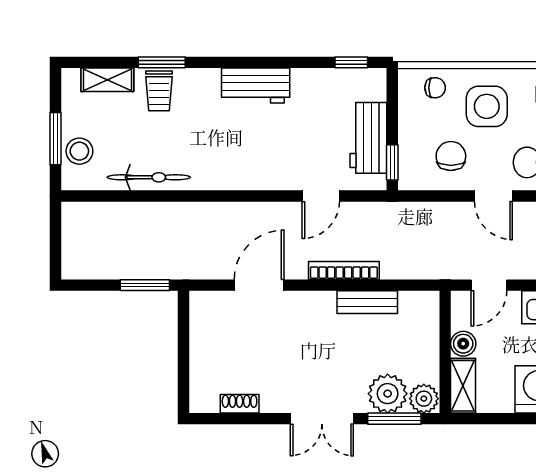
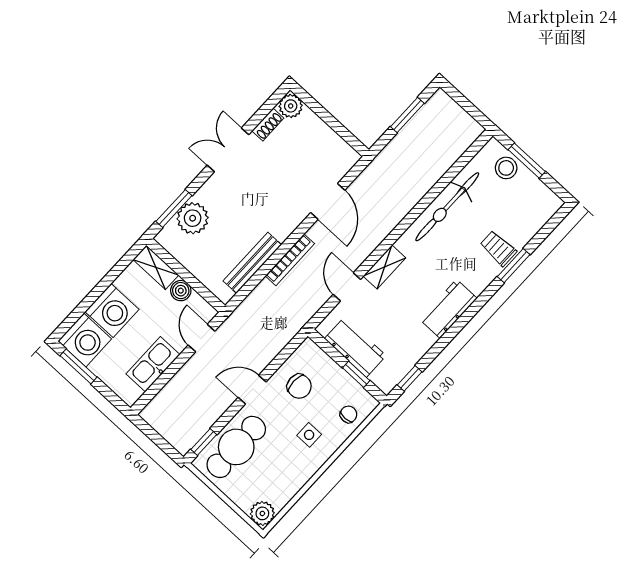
shelving: (107, 80) -> (384, 267), moved
chair: (435, 88) -> (349, 414), turned 180
side table: (487, 106) -> (309, 435), width x0.54, depth x0.54
window: (392, 162) -> (356, 374), moved
bicycle: (149, 177) -> (447, 207), width x1.37, depth x1.40
window: (145, 285) -> (407, 115), moved
bench: (367, 302) -> (252, 263), width x1.36
plant: (424, 399) -> (291, 106), moved
double door: (322, 419) -> (228, 150), moved

